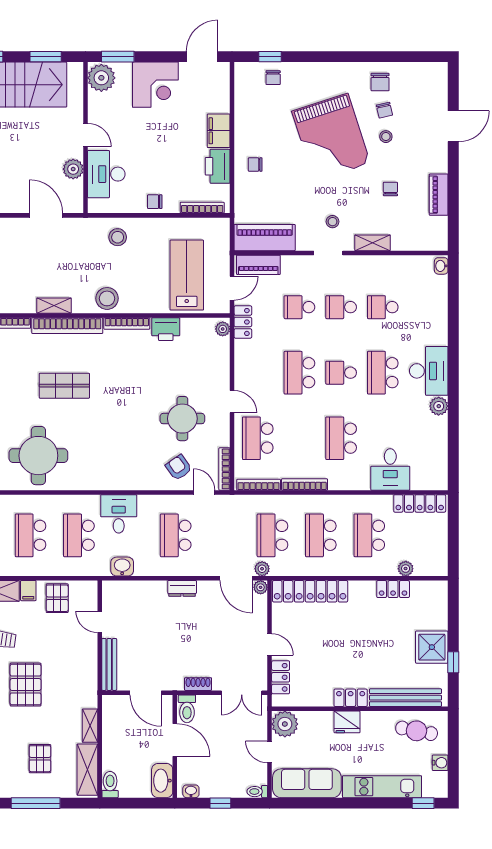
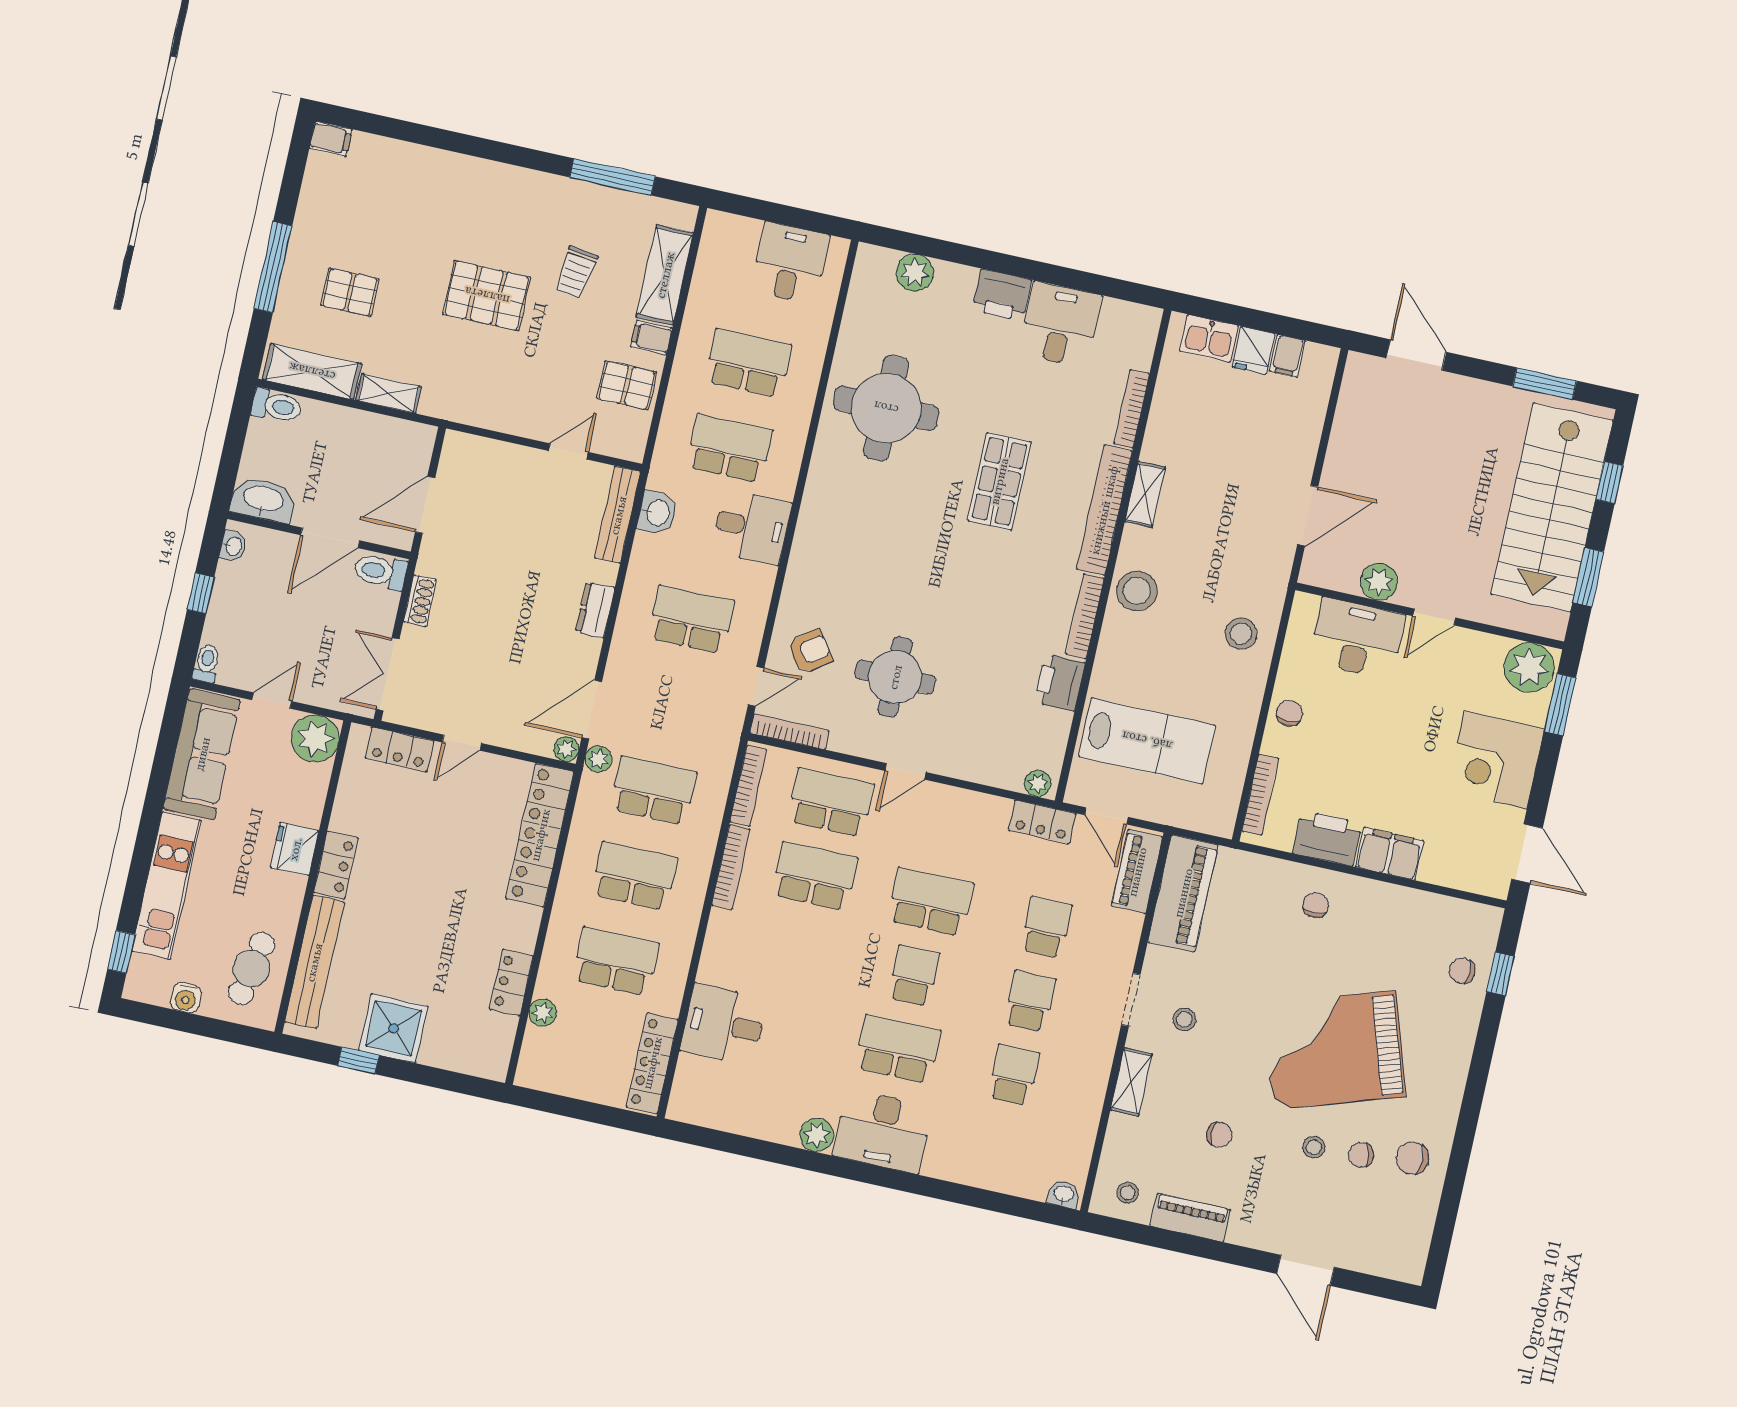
stool: (433, 232) -> (1128, 1193), added
school desk: (341, 438) -> (815, 876), moved
bench: (109, 664) -> (618, 515), moved, turned 90

